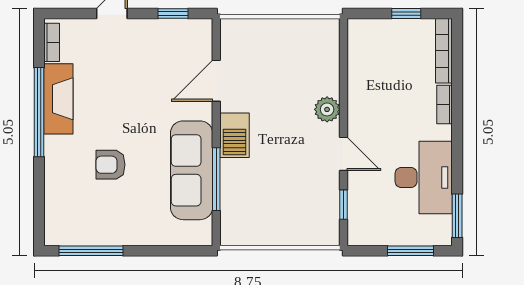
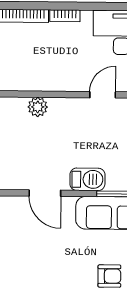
plant: (327, 109) -> (38, 107), moved
armchair: (111, 165) -> (109, 276), turned -90

